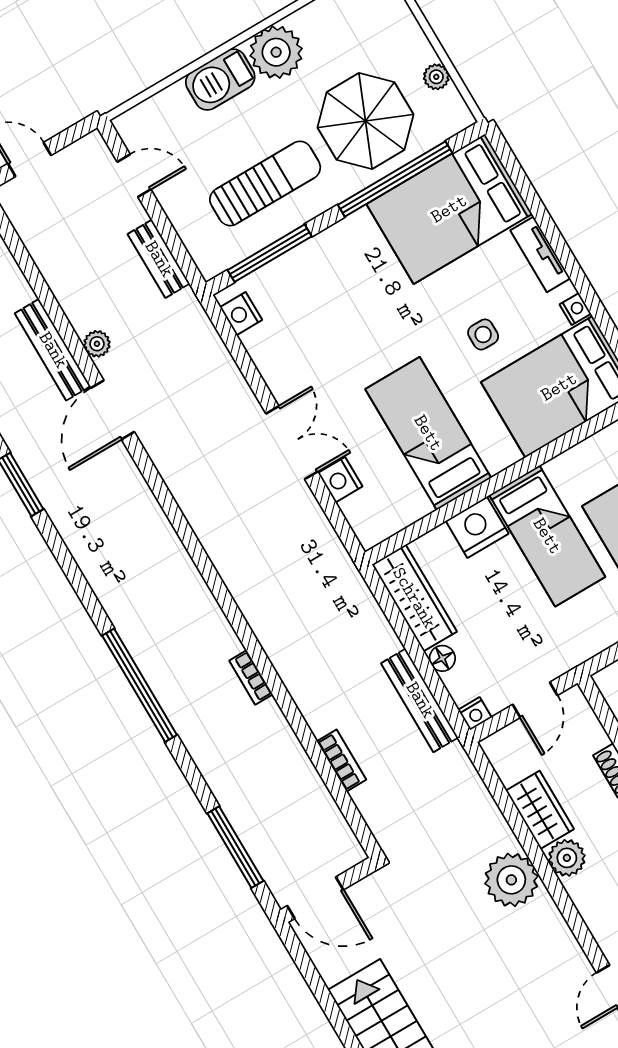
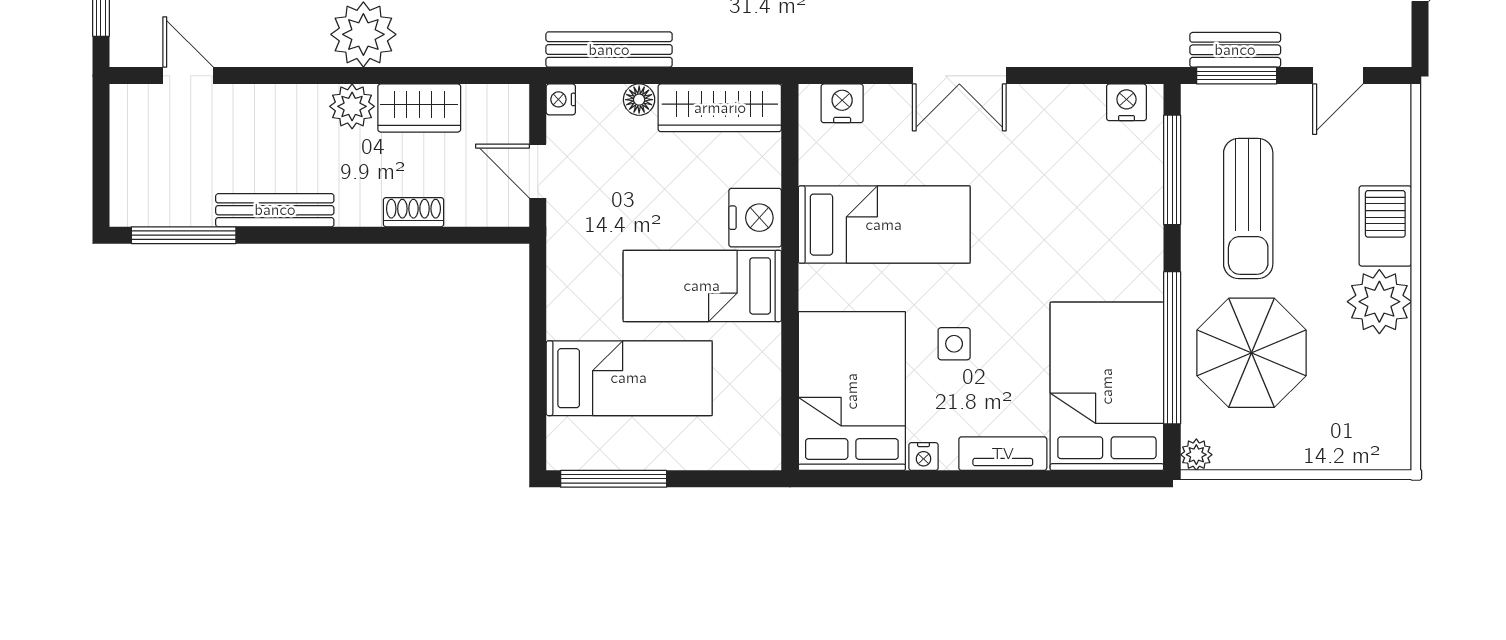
plant: (436, 77) -> (1196, 455), moved
window: (176, 247) -> (1237, 76), added
nightstand: (340, 480) -> (842, 103), moved

